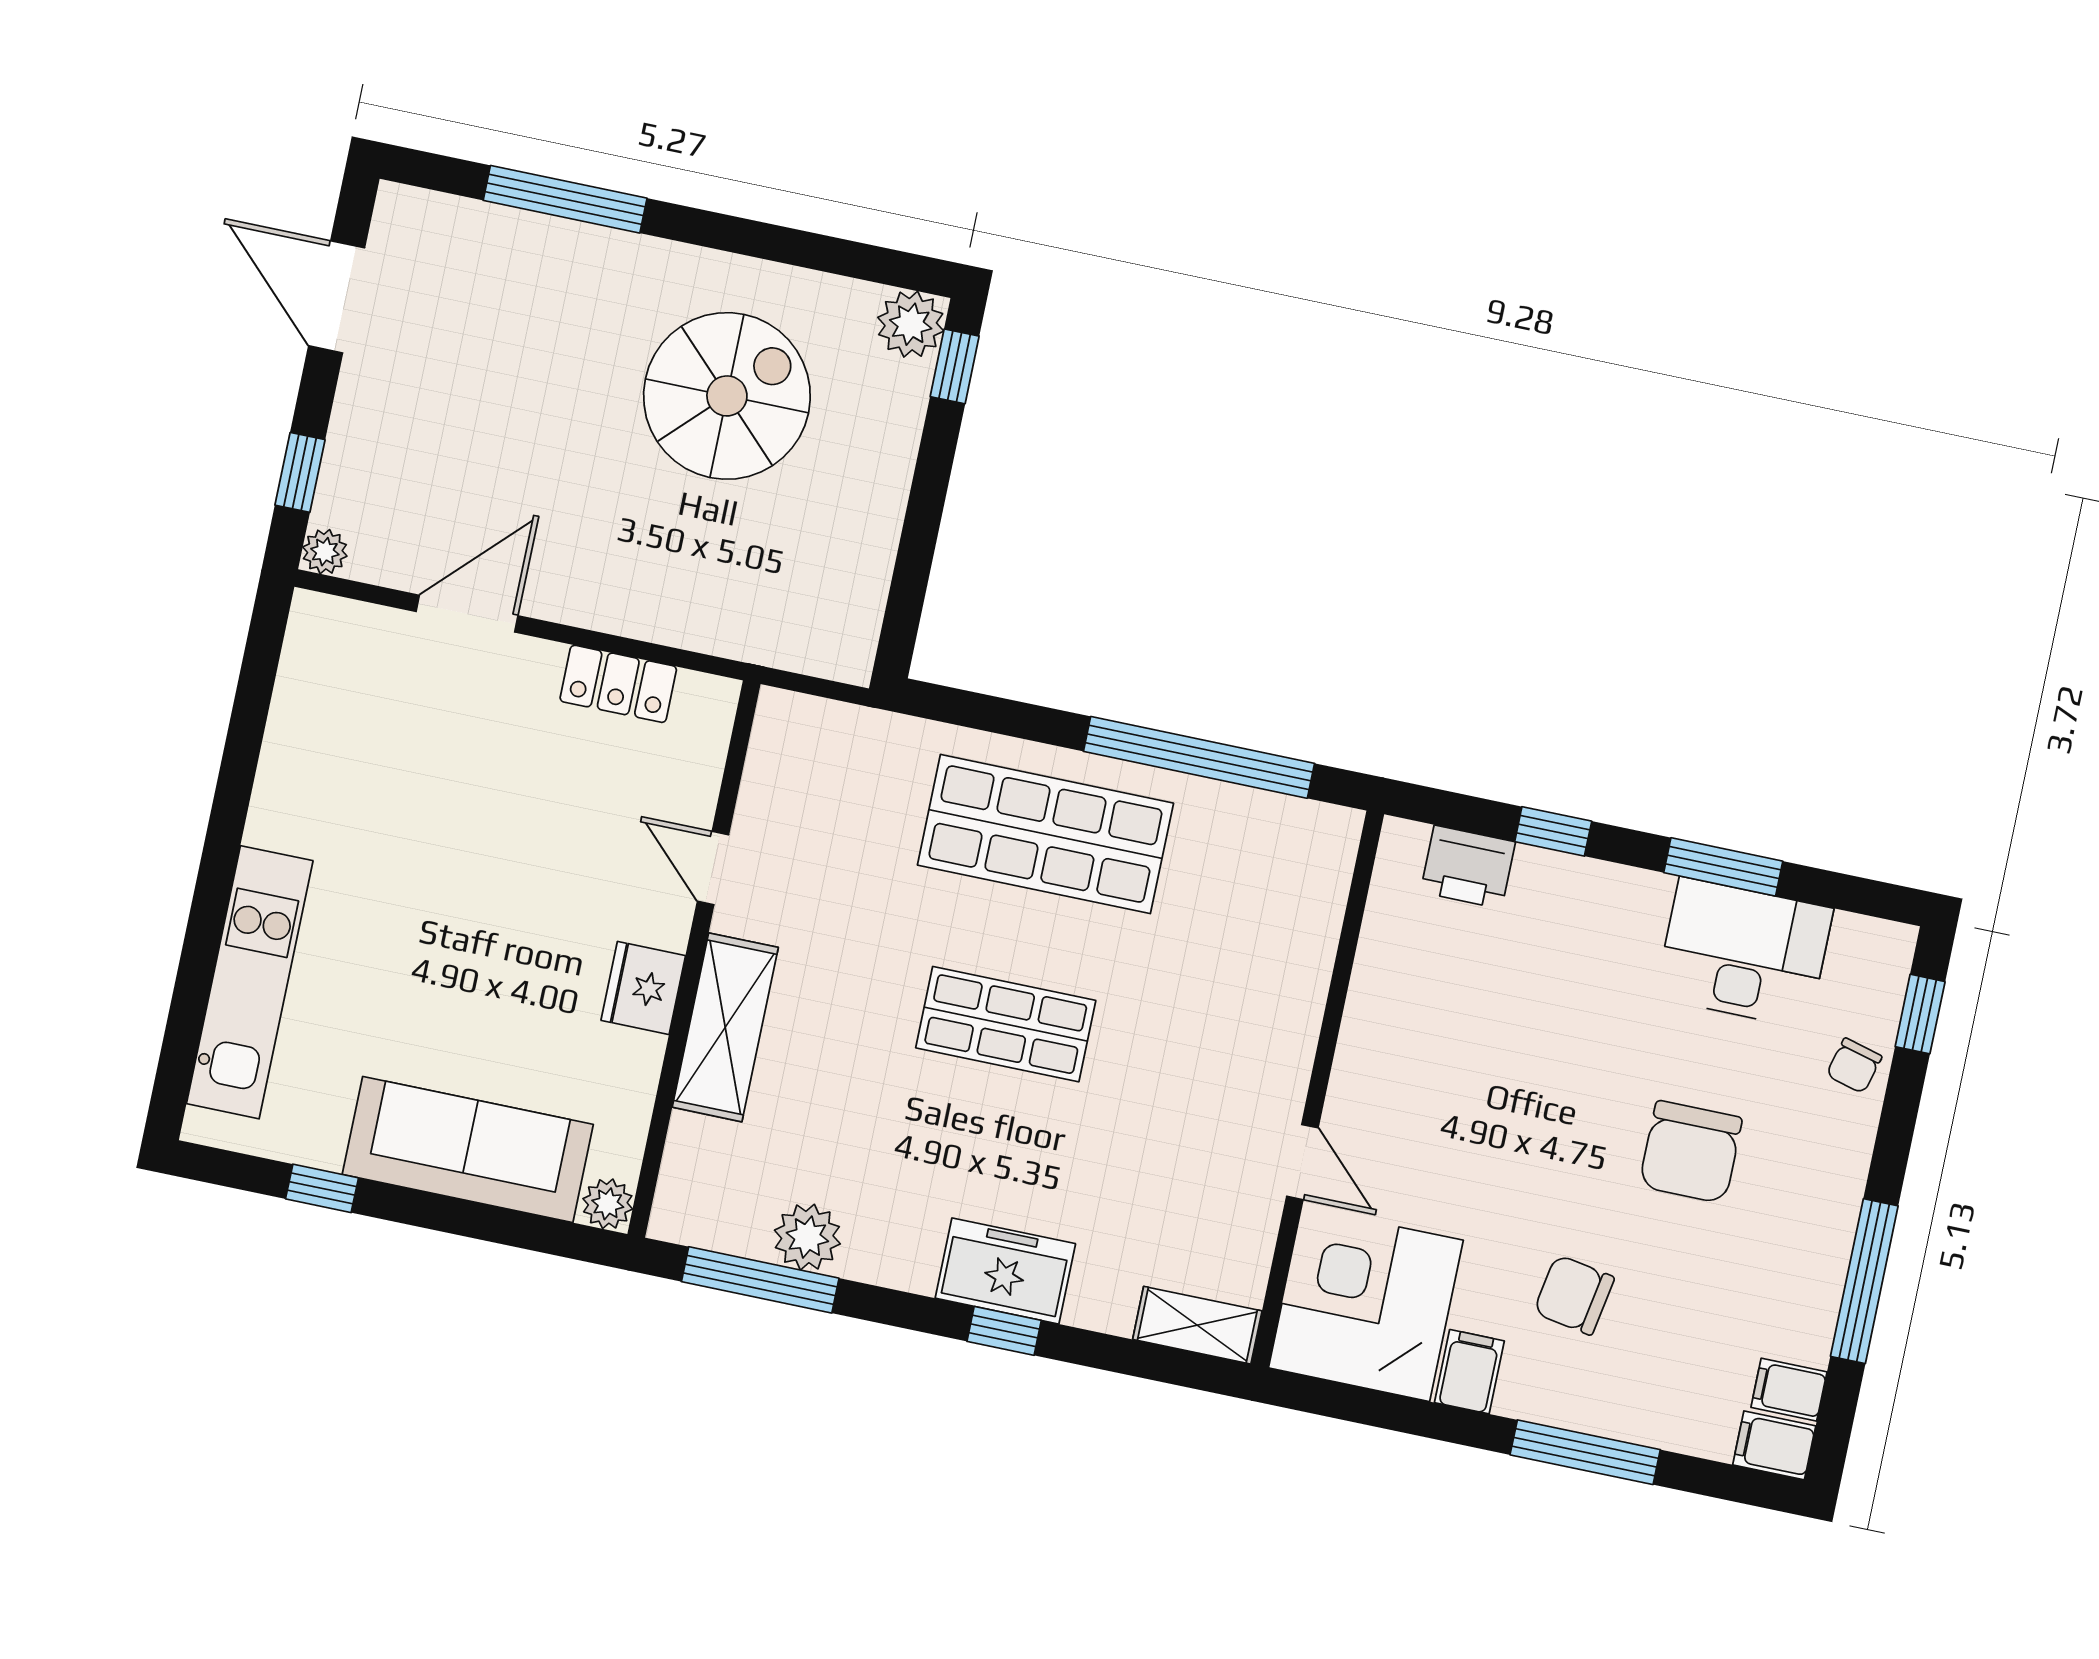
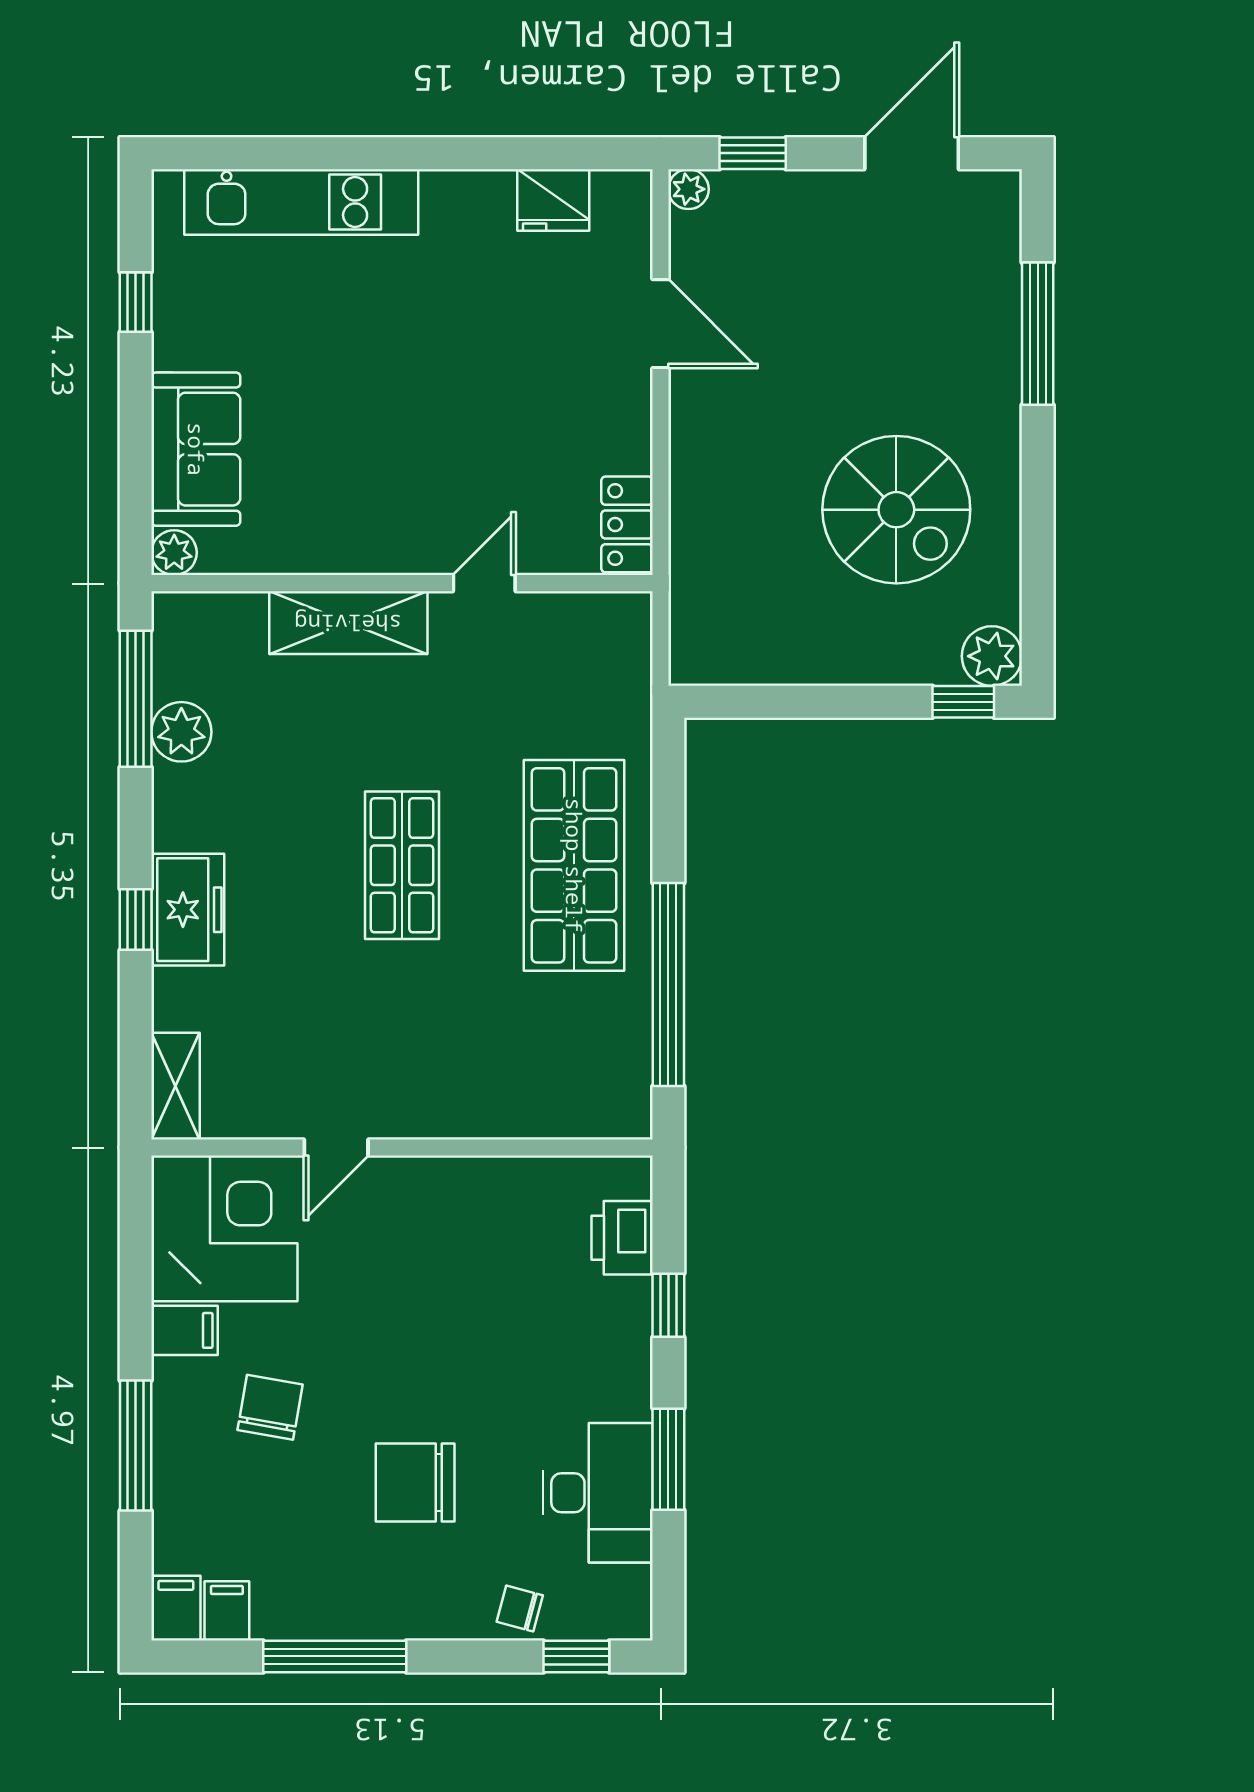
locker: (618, 684) -> (627, 524), moved
fridge: (643, 988) -> (553, 200), moved, turned 180
sofa: (468, 1149) -> (196, 449), width x0.73

